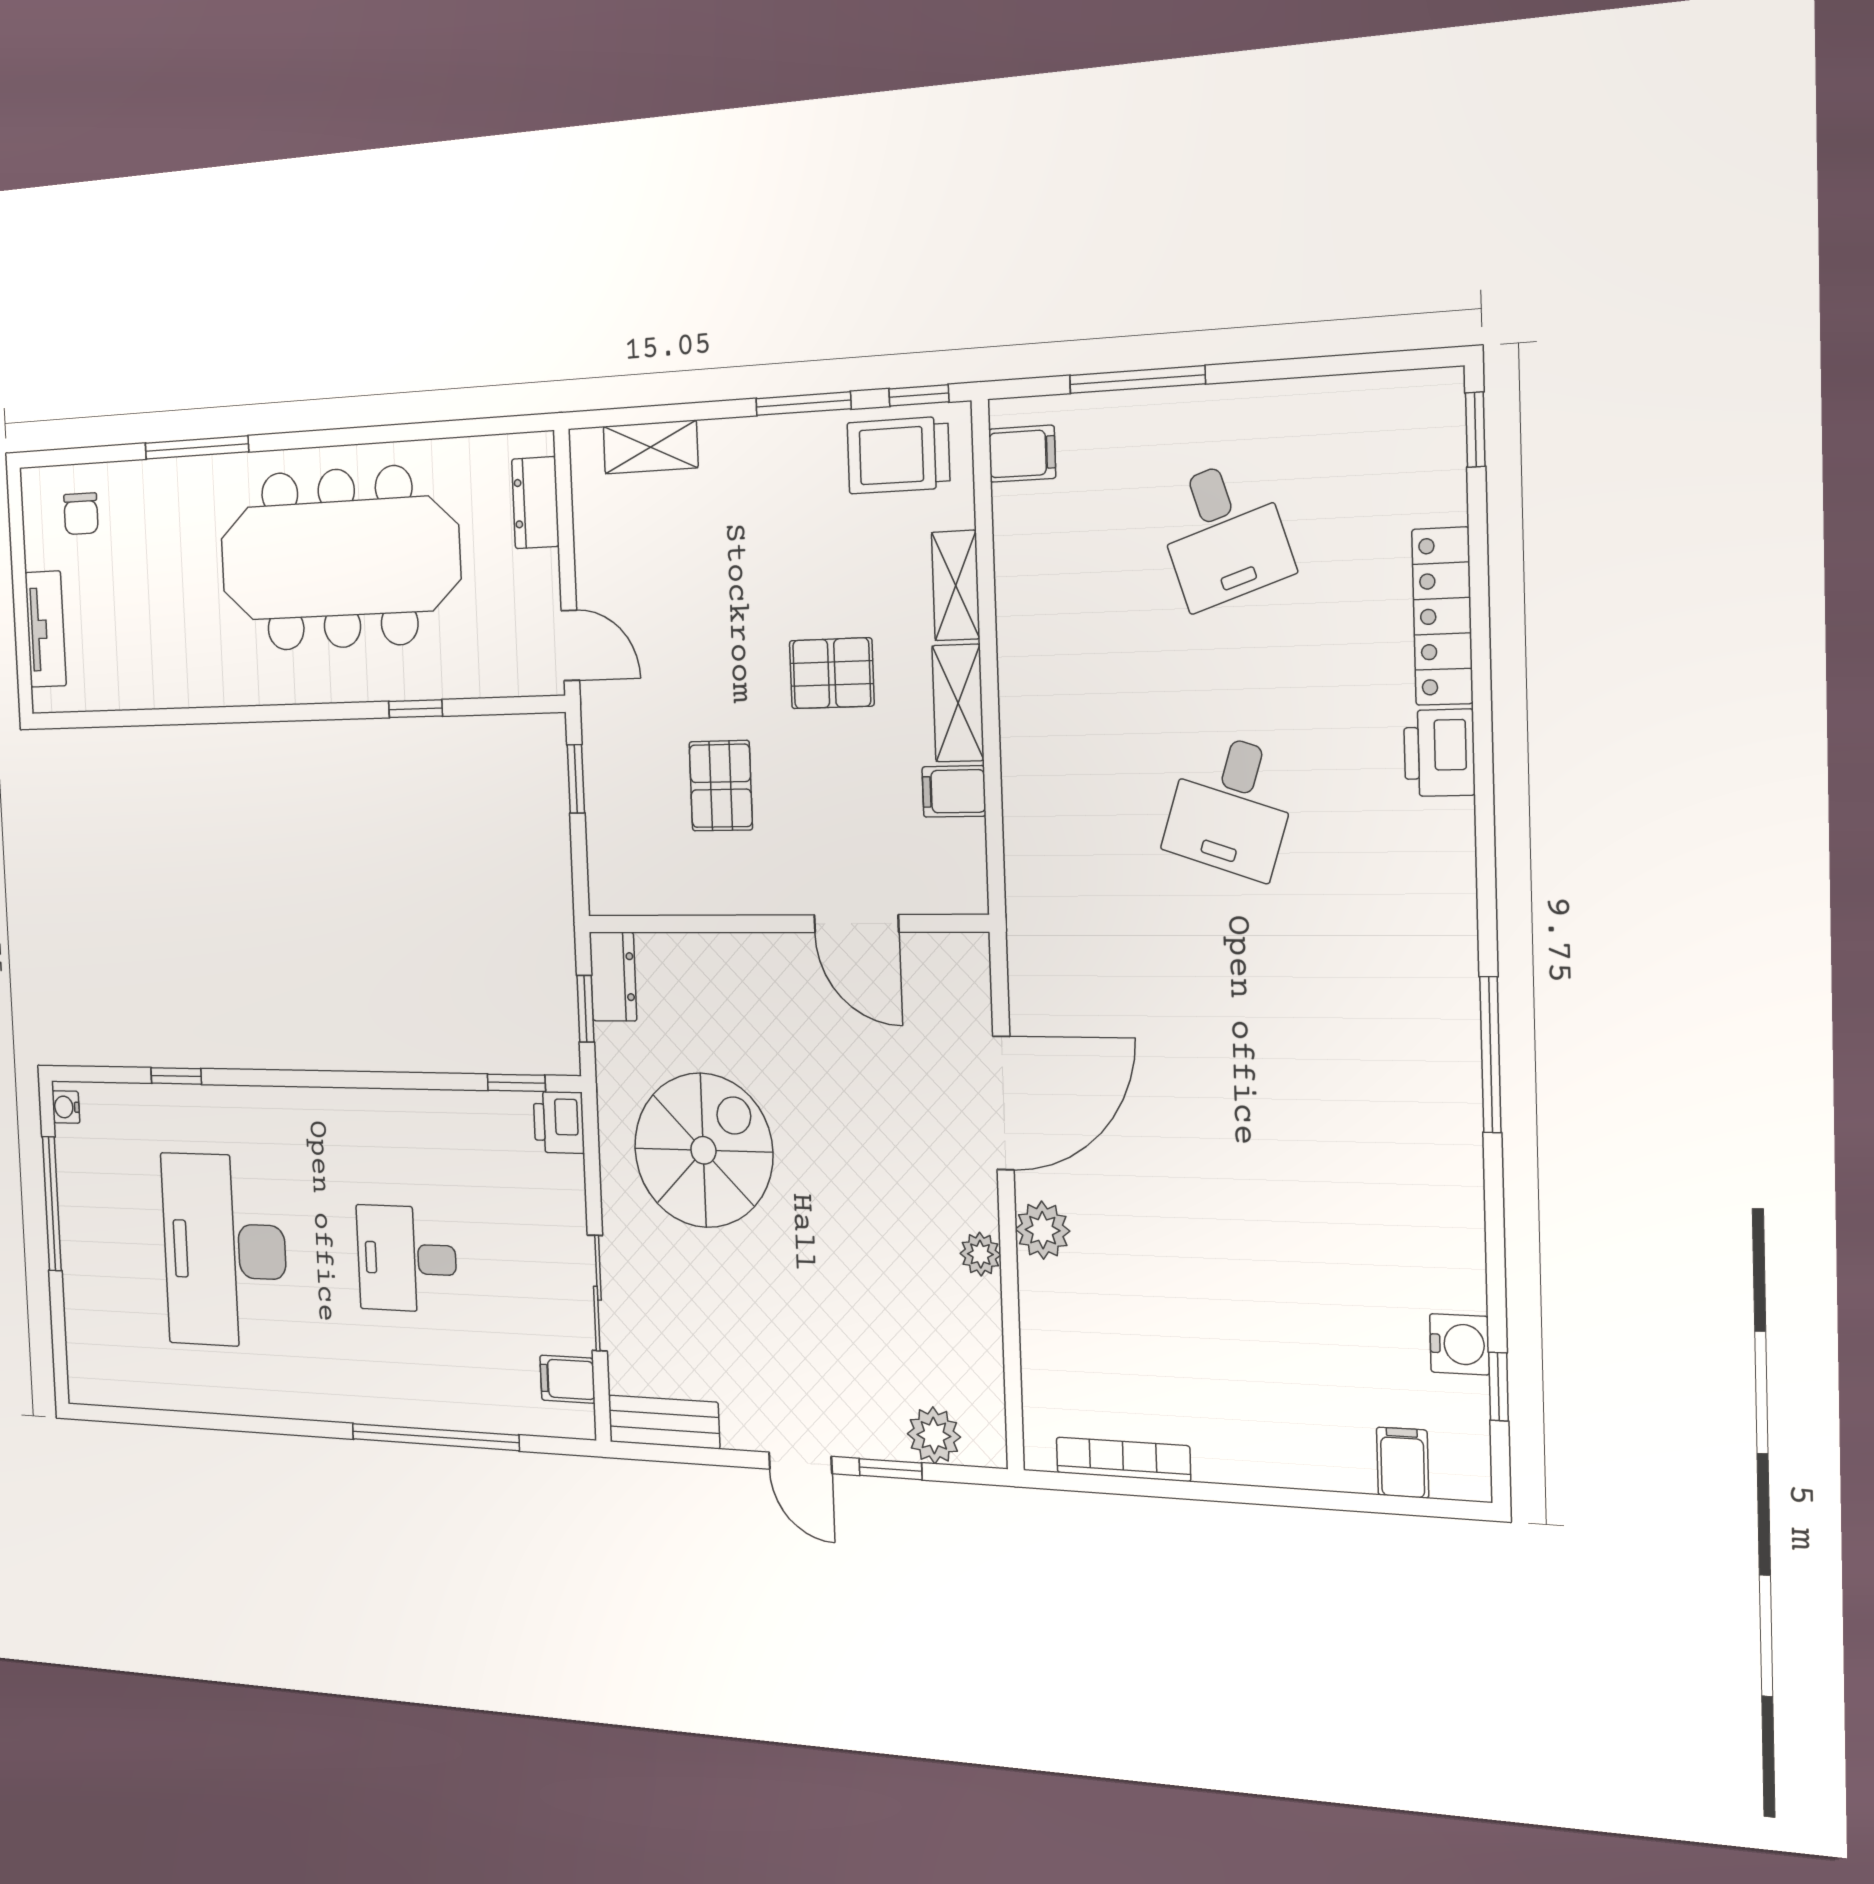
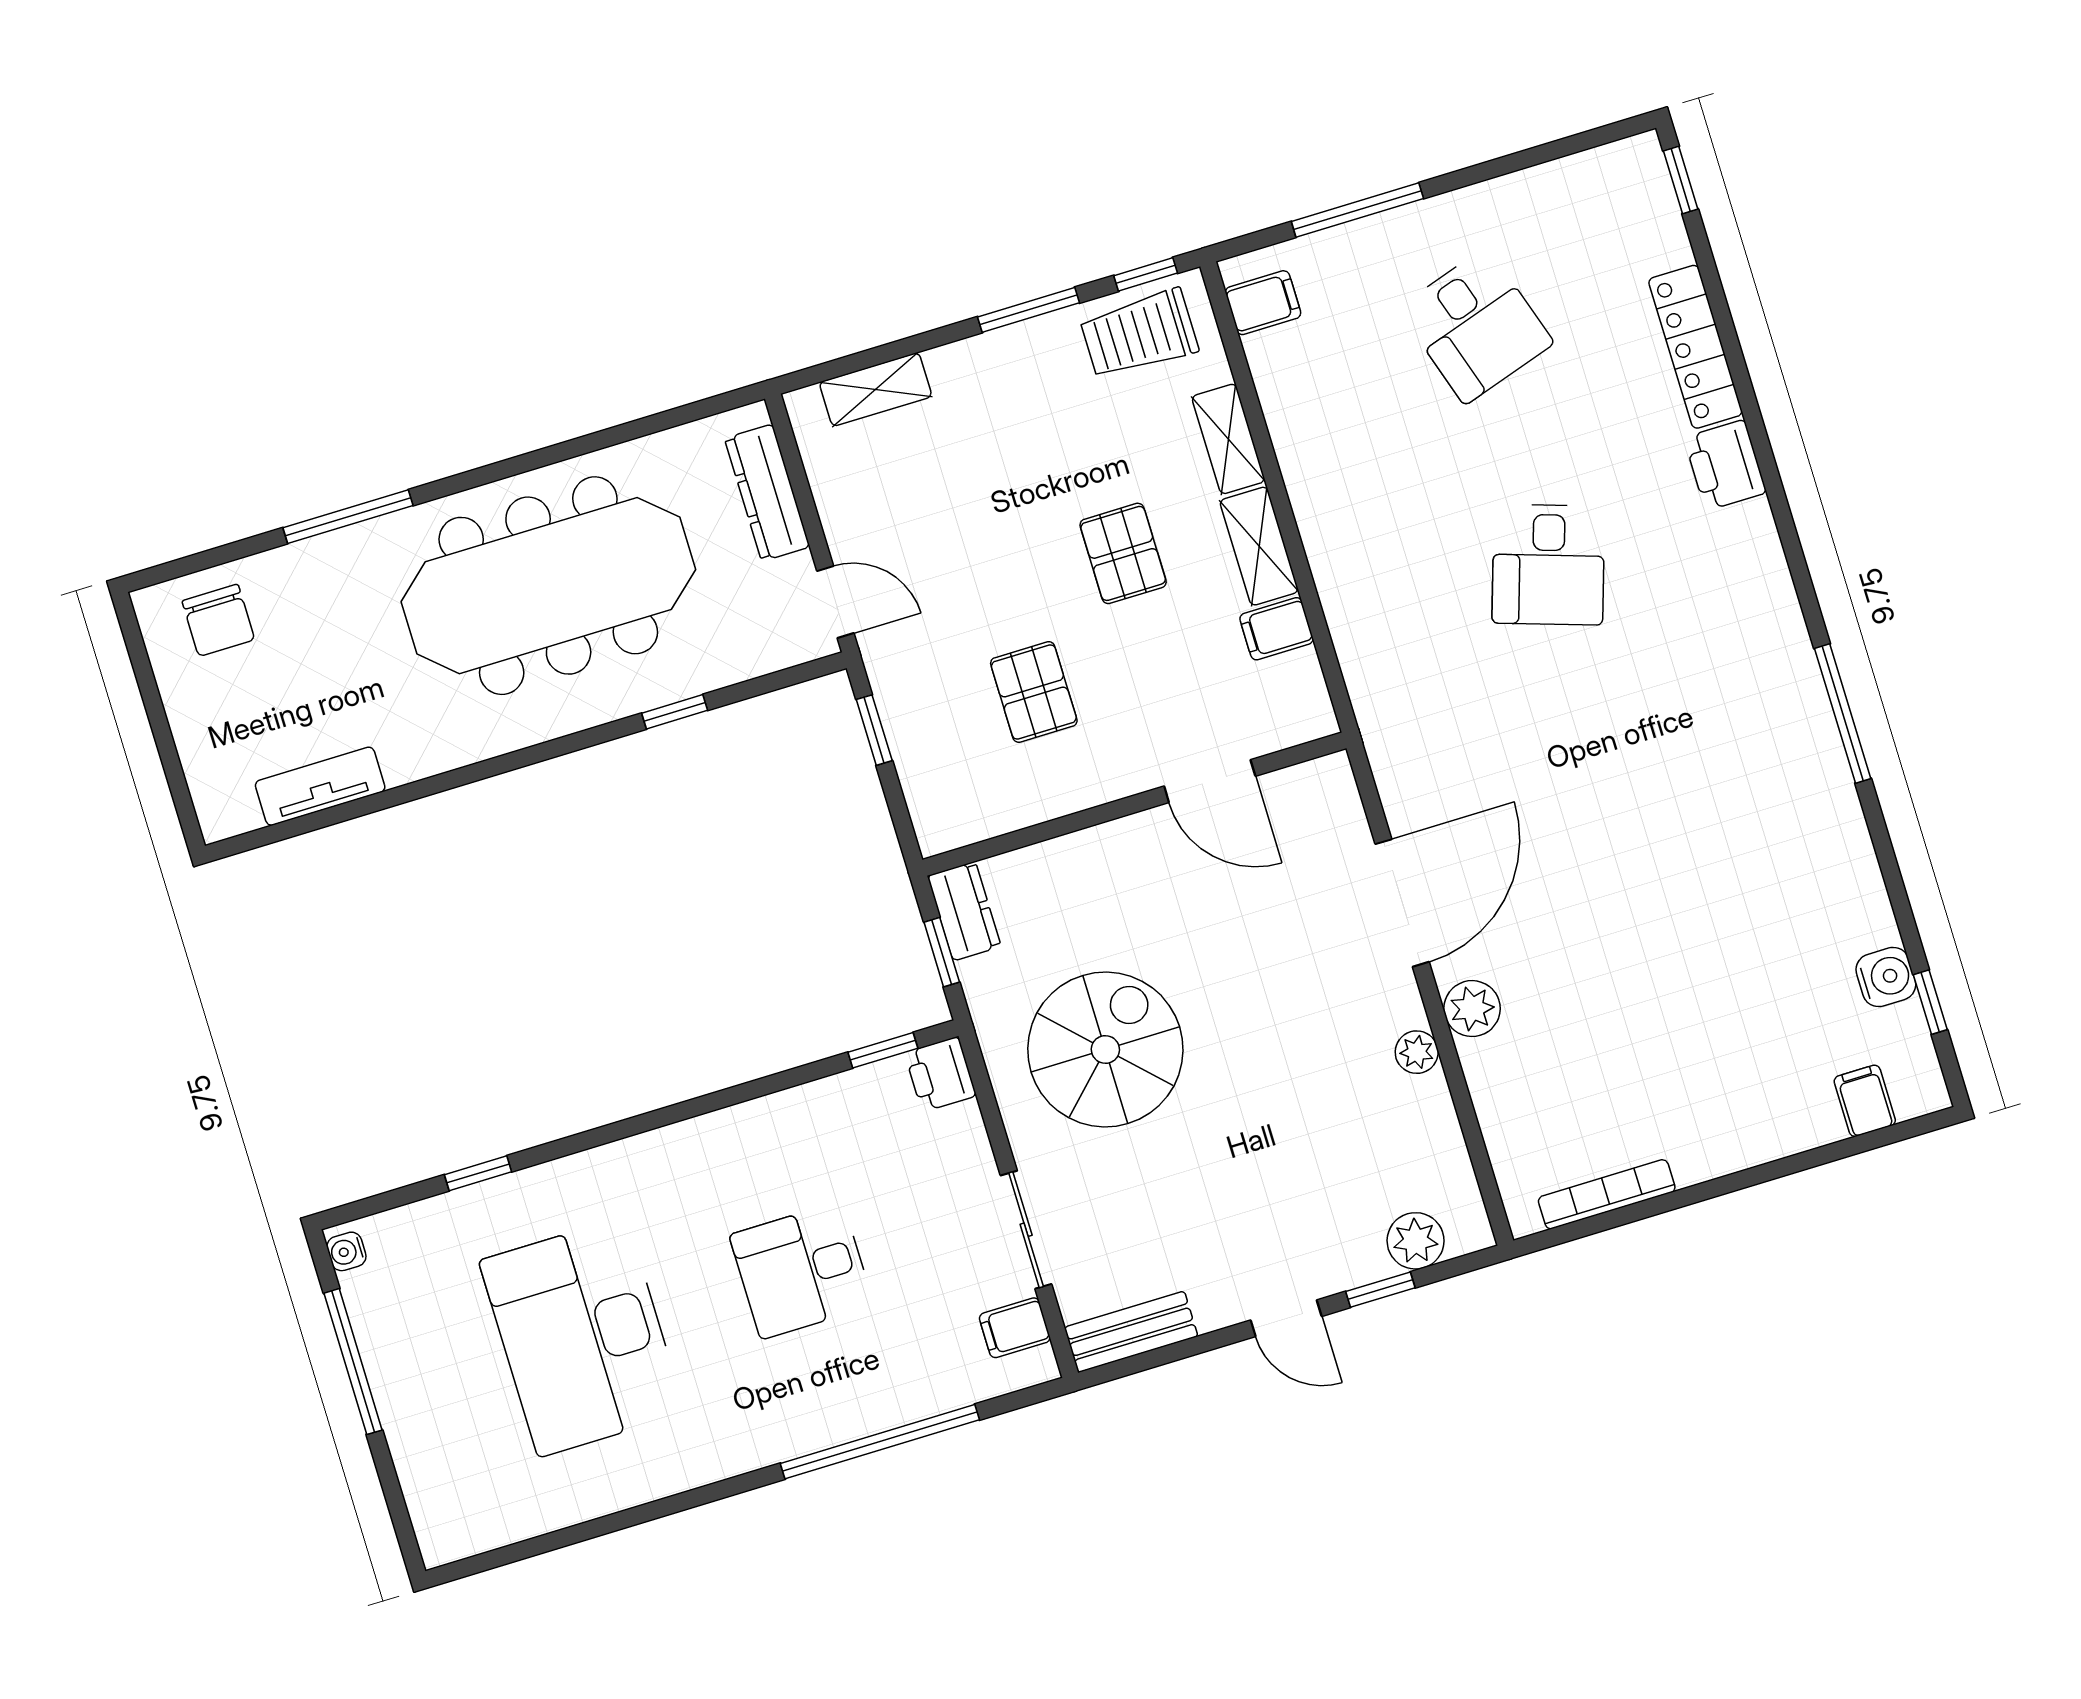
dresser: (535, 503) -> (767, 493), width x1.44
chair: (81, 514) -> (218, 620), width x1.37, depth x1.37
tv unit: (46, 629) -> (320, 786), moved, turned -90
pallet: (832, 673) -> (1123, 553), turned 90

